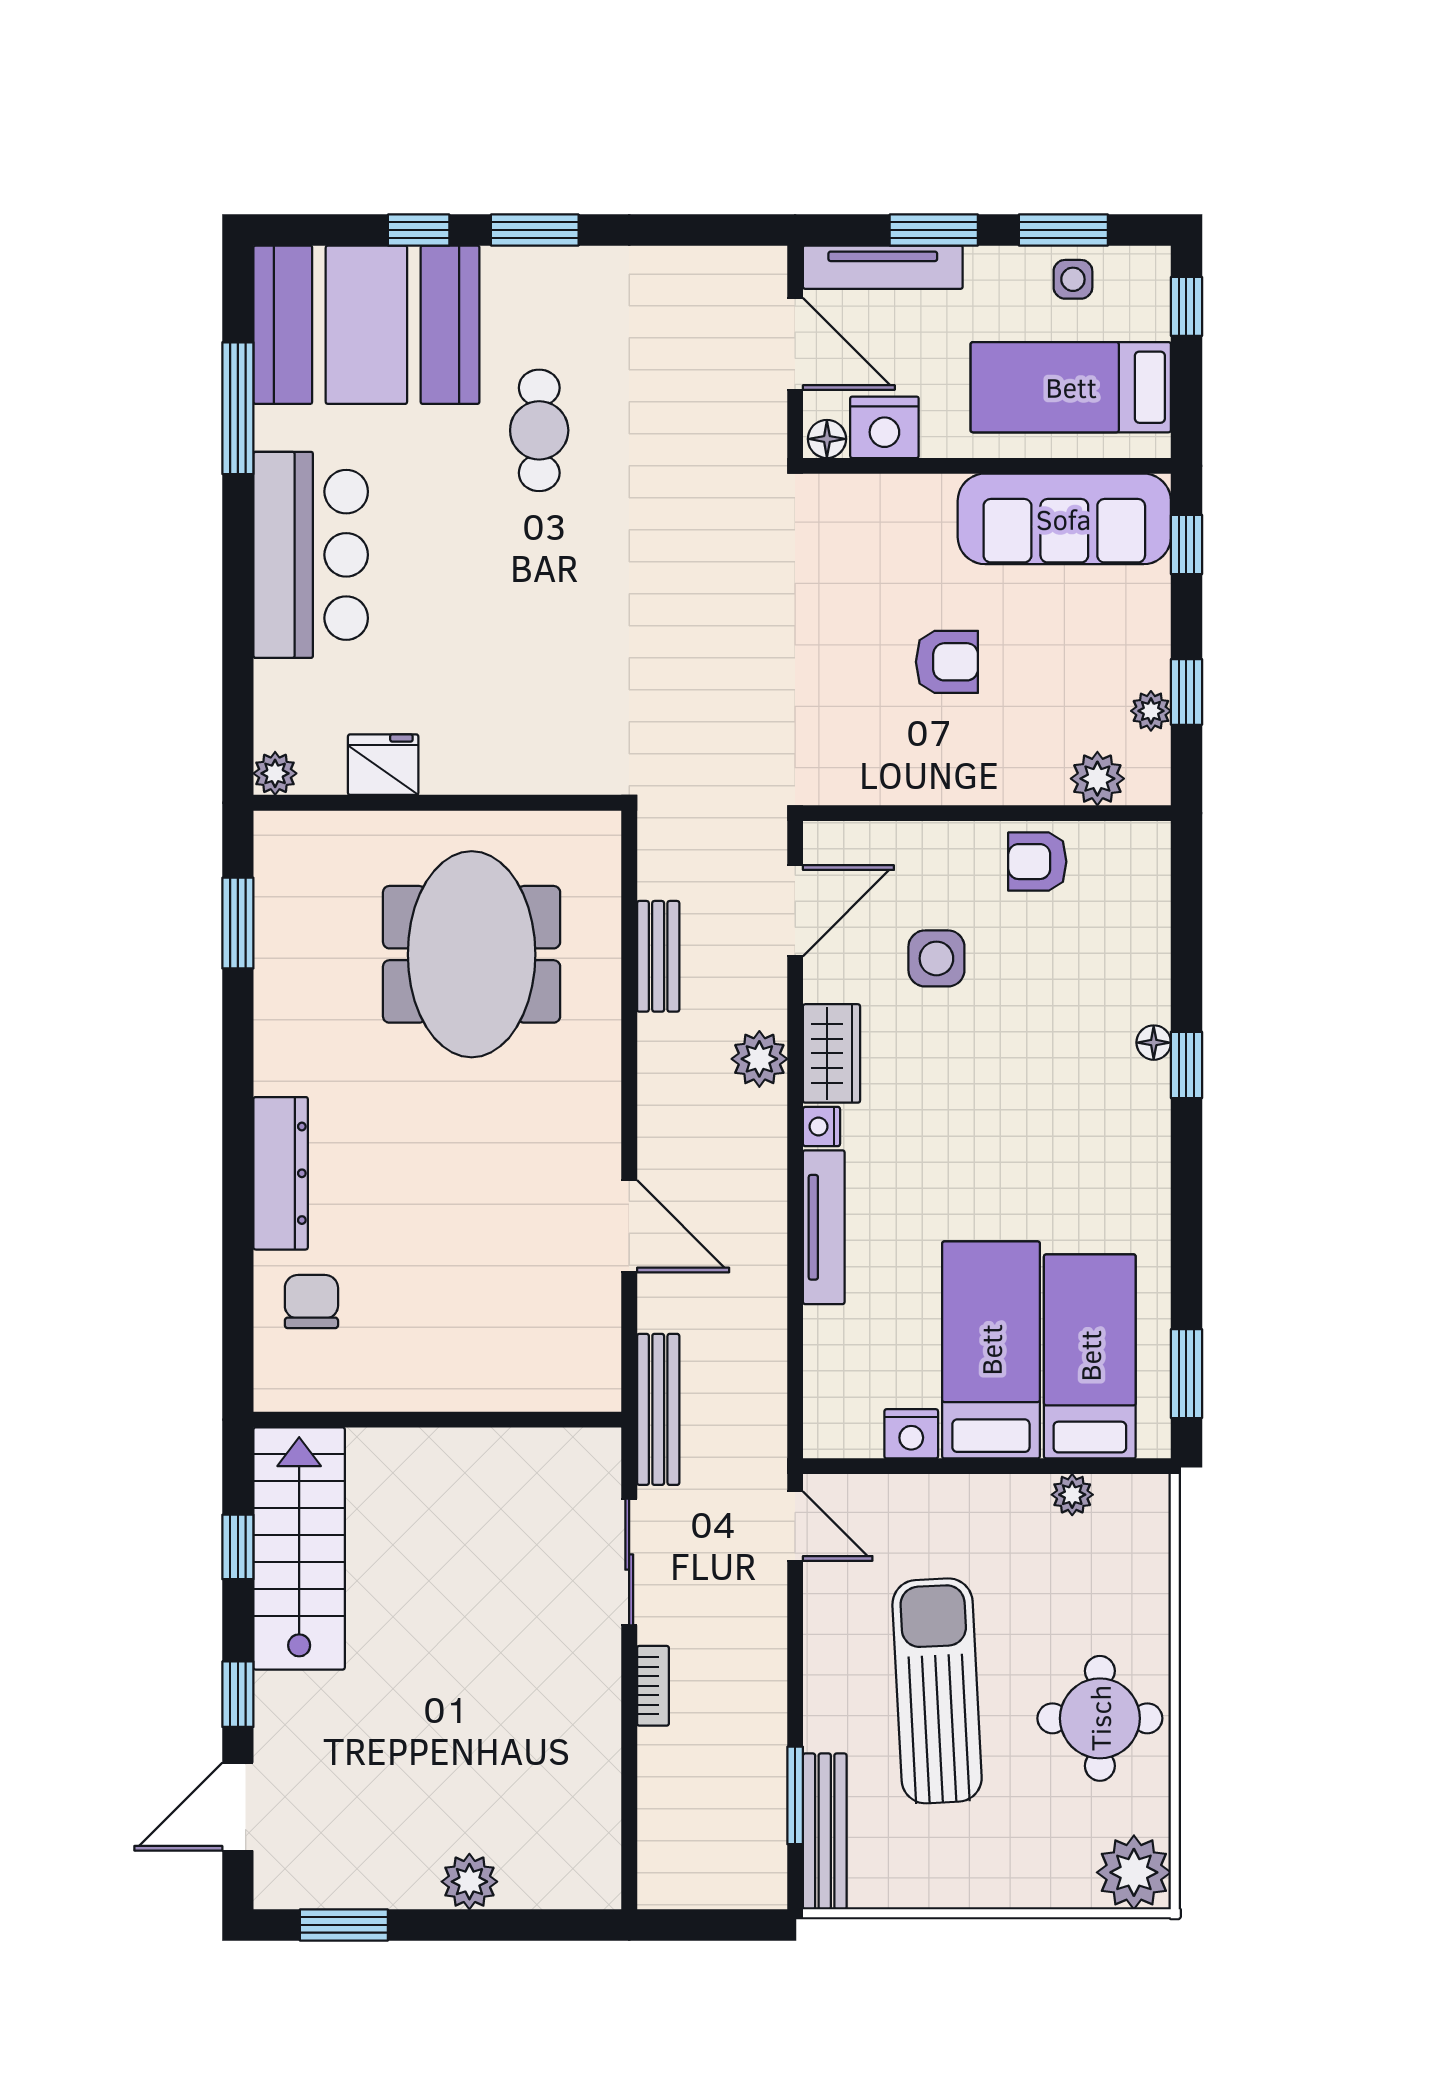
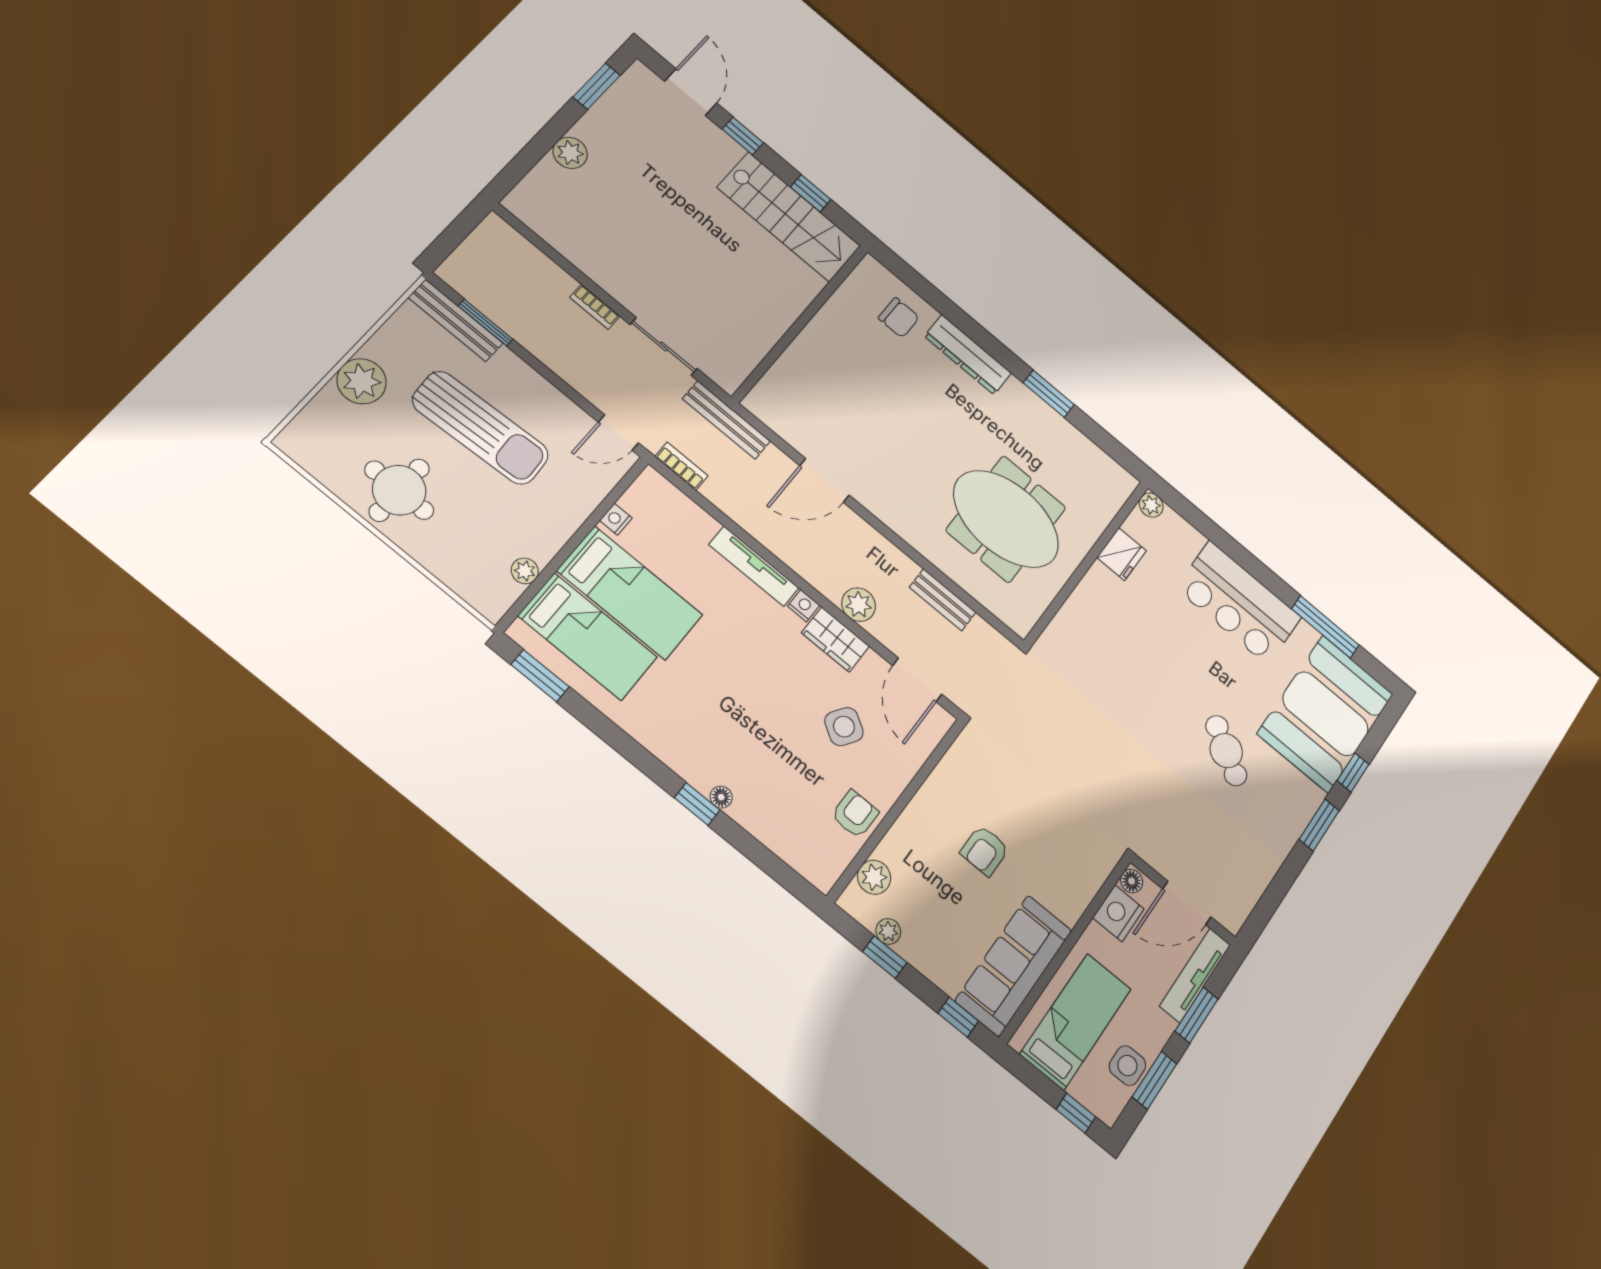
side table: (1073, 279) -> (1127, 1066), width x1.37, depth x1.37
cafe table: (539, 430) -> (1226, 751), turned 33
window: (238, 923) -> (1049, 394), moved
side table: (936, 958) -> (844, 727), turned 33
bookcase: (771, 1416) -> (681, 466), added
nightstand: (911, 1434) -> (616, 519), width x0.72, depth x0.74
plant: (1134, 1872) -> (362, 381), moved

